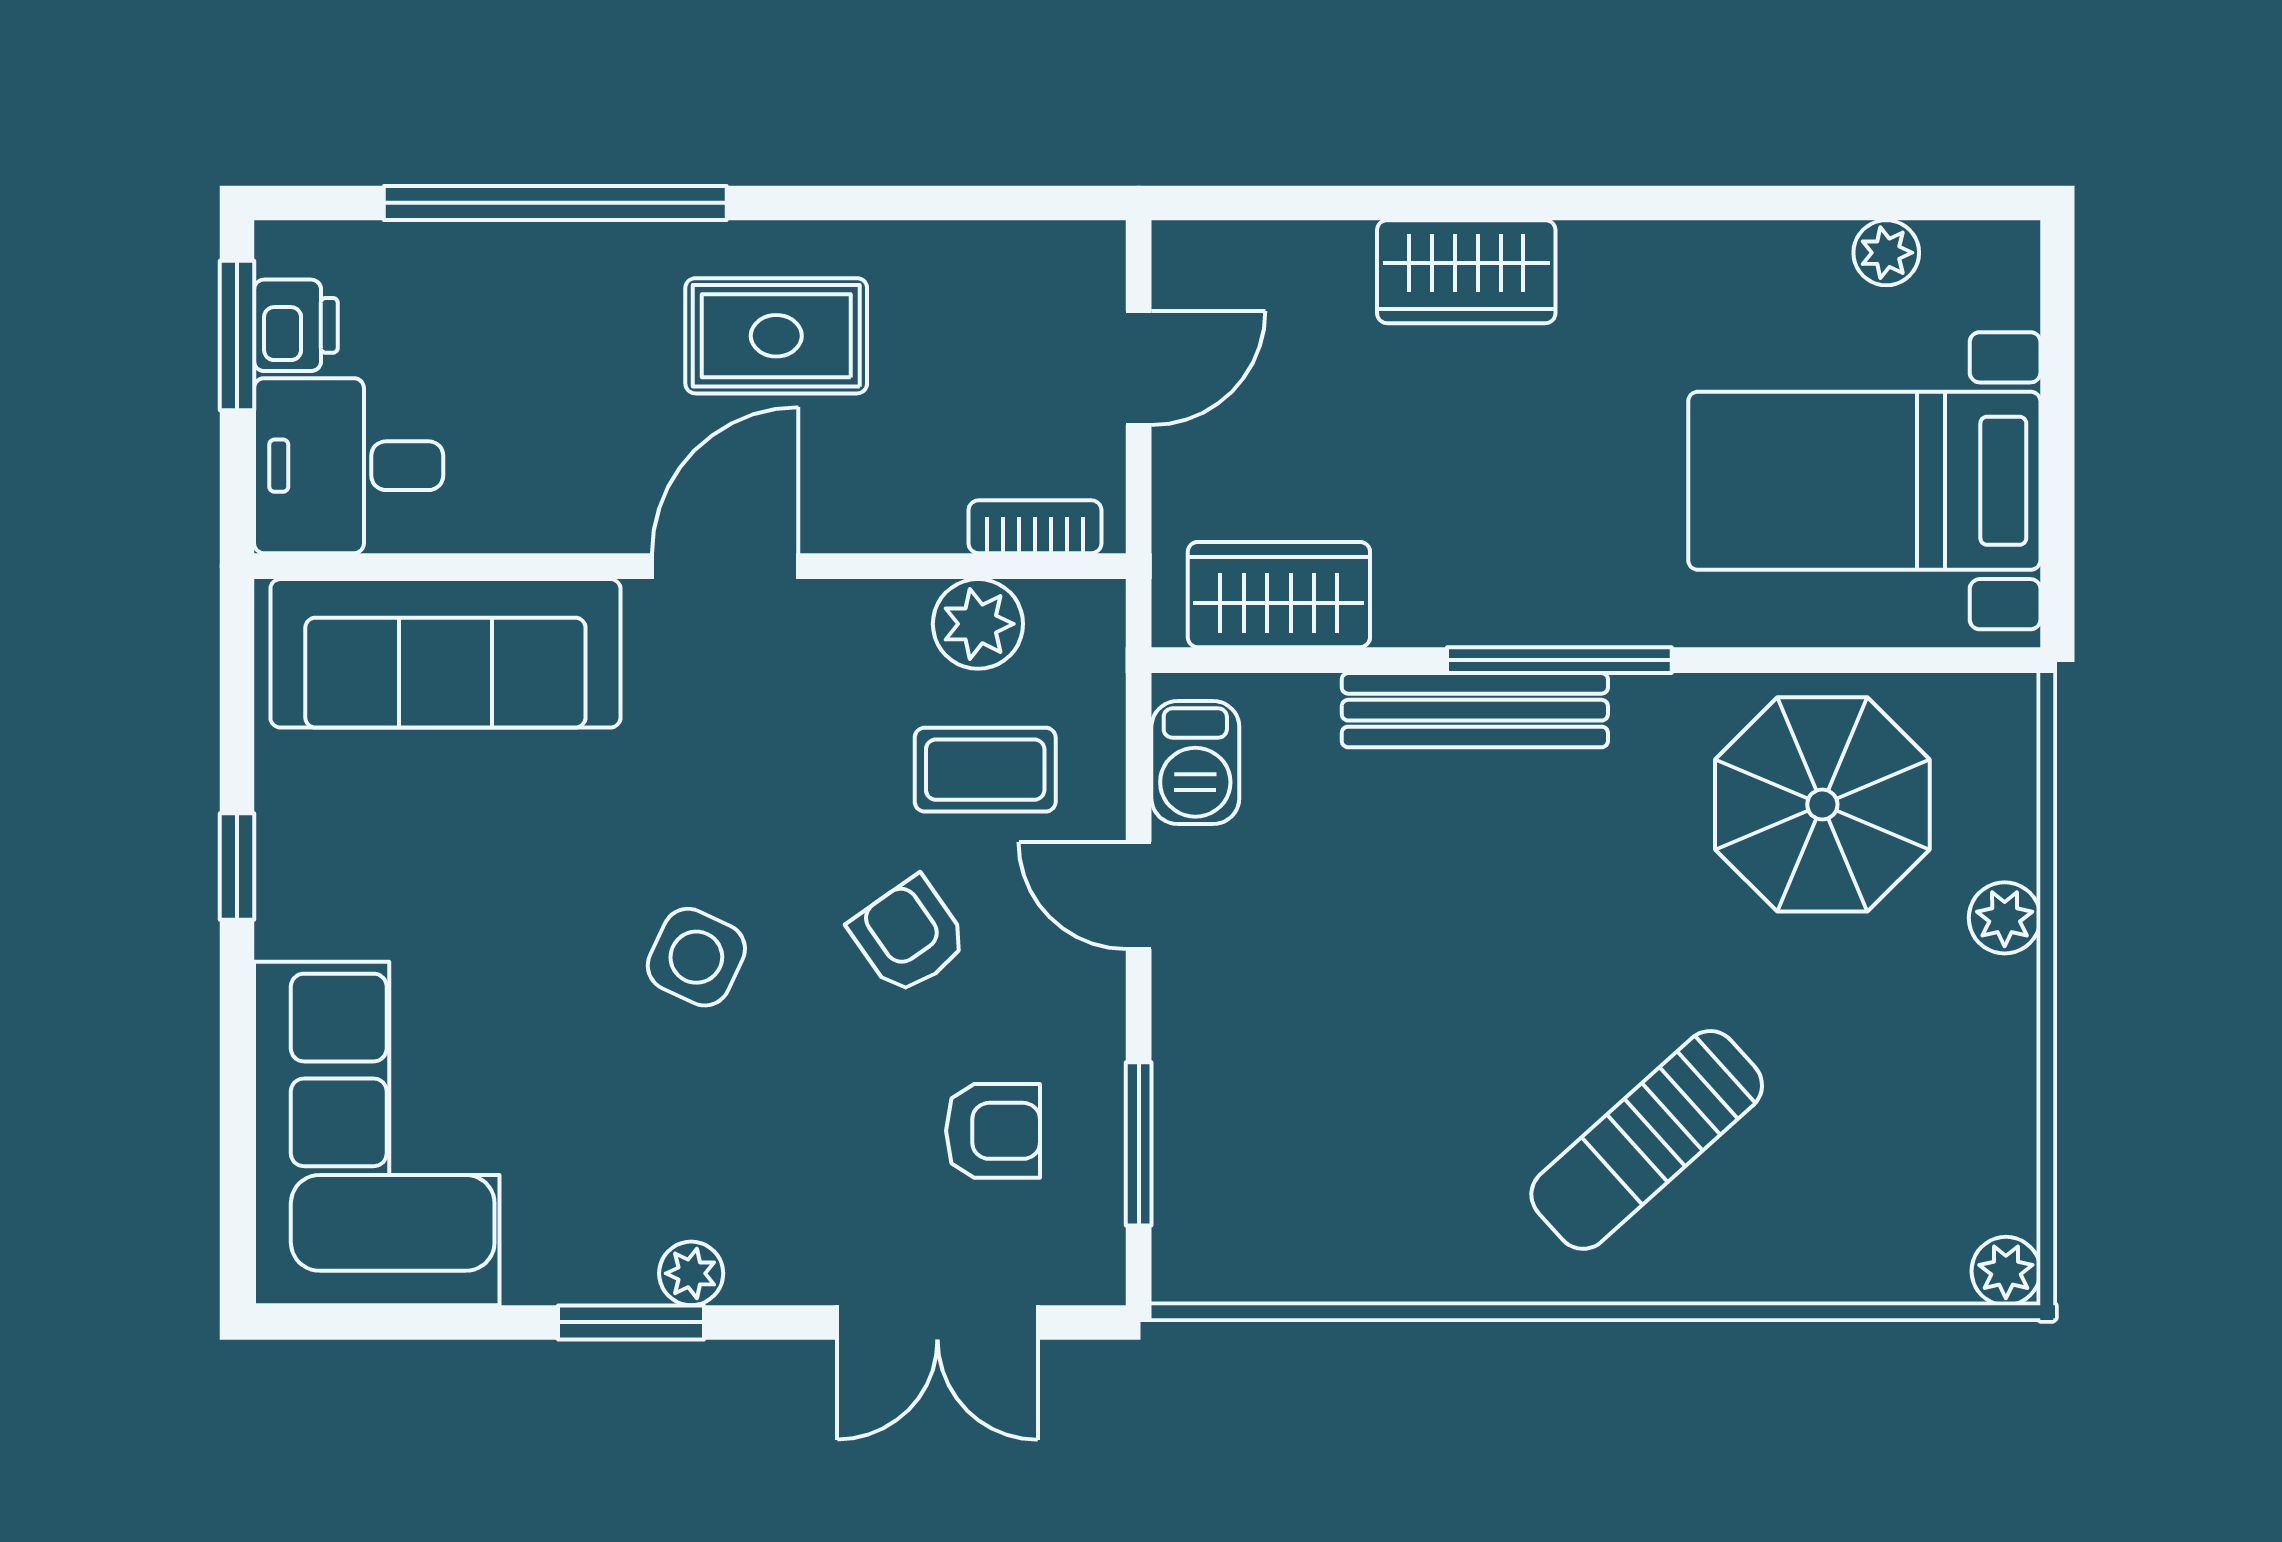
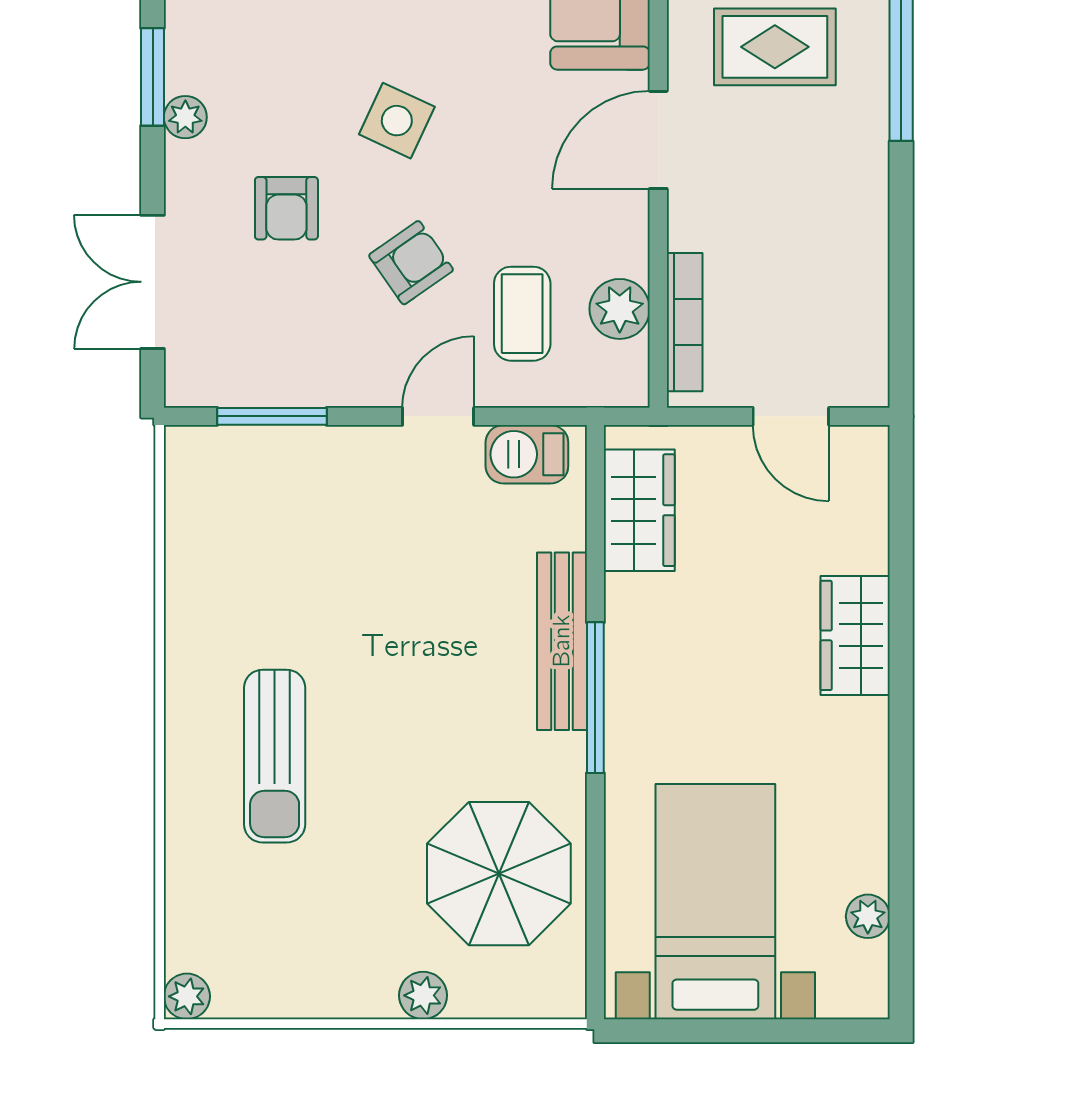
rug: (776, 336) -> (775, 47), moved, turned 90
bookcase: (1035, 527) -> (685, 322), width x1.56
door: (725, 566) -> (658, 140), swing flipped
armchair: (993, 1131) -> (286, 208), moved
sun lounger: (1647, 1140) -> (275, 756), turned -138

